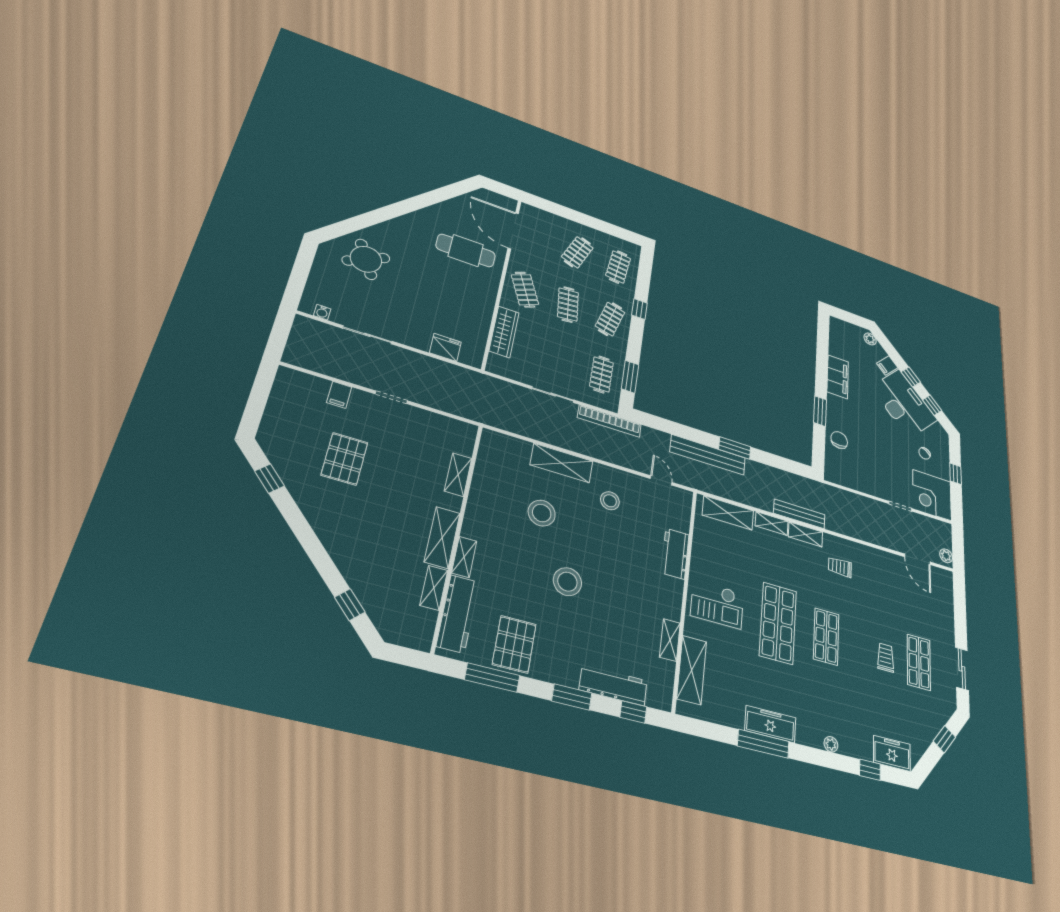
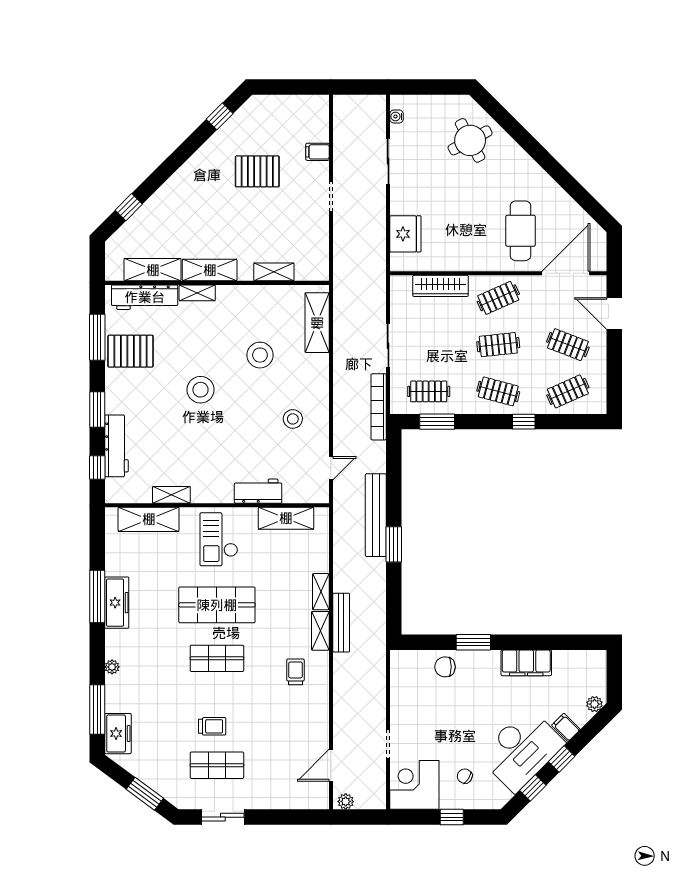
door: (556, 209) -> (614, 314), added
clothes rail: (618, 267) -> (568, 391), turned -30
fridge: (445, 347) -> (405, 234), width x1.36, depth x1.34
chair: (839, 440) -> (445, 667), turned 180
shelving: (562, 463) -> (317, 323), moved
shelving: (728, 513) -> (286, 518), moved, turned 90
shelving: (434, 588) -> (153, 270), width x1.50, depth x1.33
window: (944, 739) -> (145, 794), width x1.50
window: (870, 770) -> (97, 709), width x2.17

